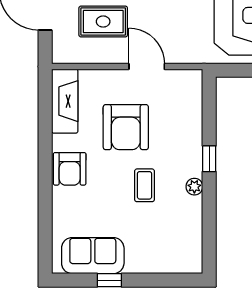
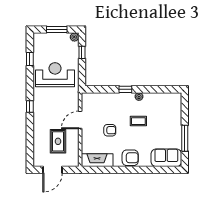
armchair: (126, 127) -> (110, 130), width x0.53, depth x0.53
sofa: (93, 256) -> (166, 158), moved, turned 90
window: (109, 280) -> (185, 138), width x2.17

